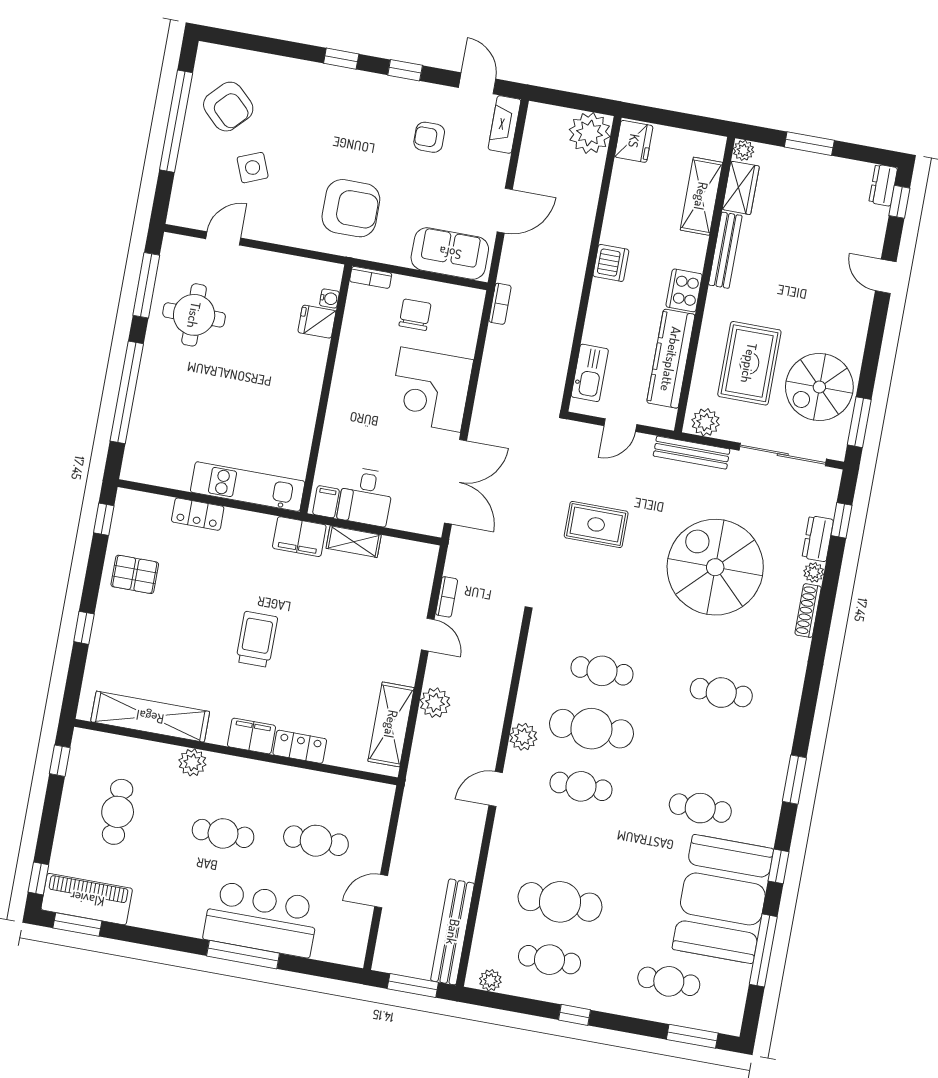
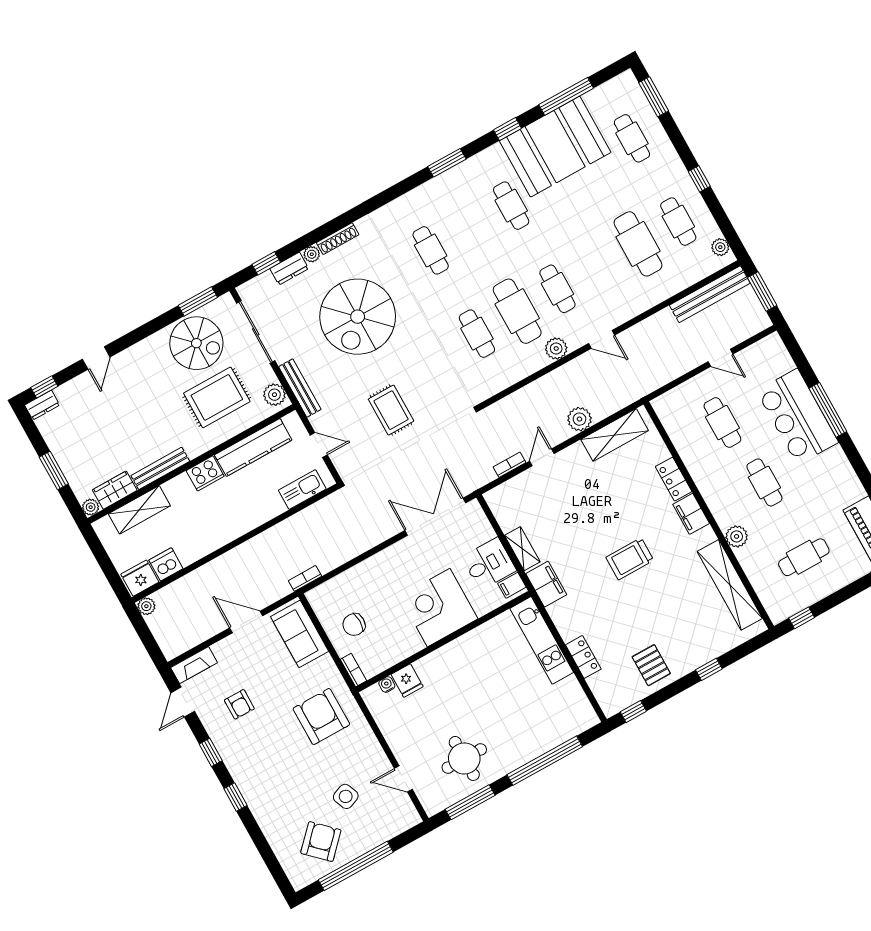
plant: (590, 133) -> (146, 606), width x0.53, depth x0.53
dishwasher: (611, 263) -> (166, 564), moved
corner desk: (431, 390) -> (439, 608), moved, turned 180

